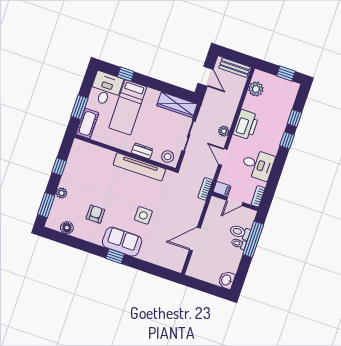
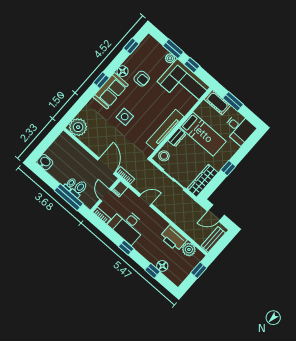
window: (126, 74) -> (228, 168), moved
window: (286, 74) -> (199, 270), moved
bed: (128, 107) -> (203, 134), moved, turned 180
floor lamp: (285, 110) -> (162, 266), added
printer: (246, 125) -> (173, 238), moved
plant: (224, 131) -> (78, 127), moved, width x1.87, depth x1.87
window: (287, 140) -> (126, 248), moved
desk: (258, 165) -> (127, 226), width x1.37
corner sofa: (83, 167) -> (184, 84), added
window: (46, 205) -> (173, 49), moved
floor lamp: (67, 228) -> (123, 71), moved
window: (66, 239) -> (131, 46), added
door: (195, 239) -> (106, 166), moved

